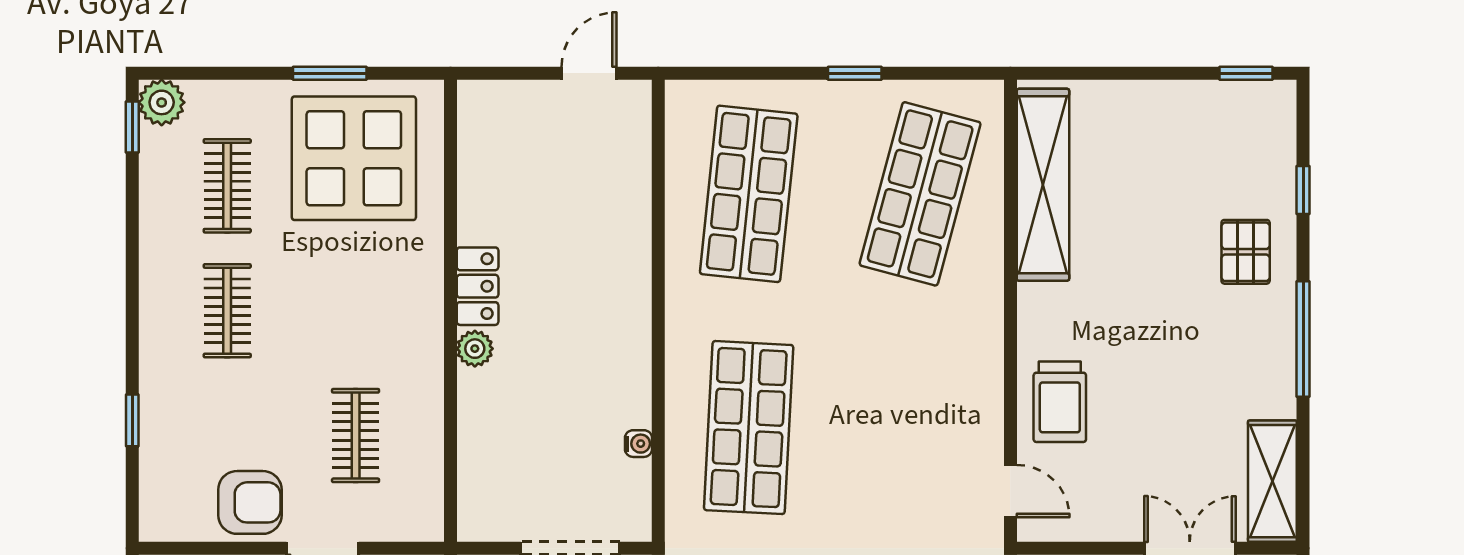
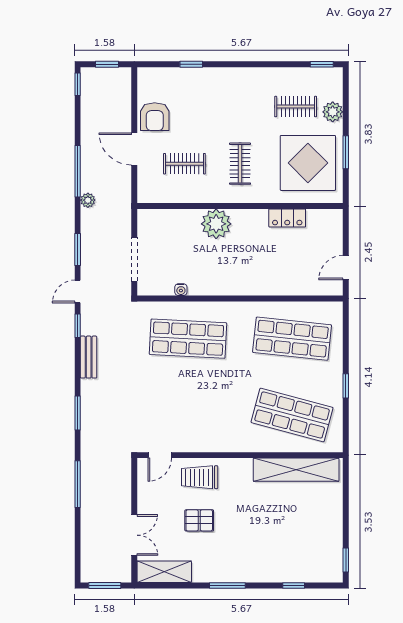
door: (589, 73) -> (346, 268), swing flipped
plant: (162, 102) -> (333, 112), moved
pallet: (1246, 252) -> (199, 520), moved
locker: (478, 286) -> (287, 218), moved
clothes rail: (227, 311) -> (240, 164), moved, turned 90
window: (1303, 339) -> (227, 585), width x0.69
plant: (475, 349) -> (216, 224), width x1.87, depth x1.87

